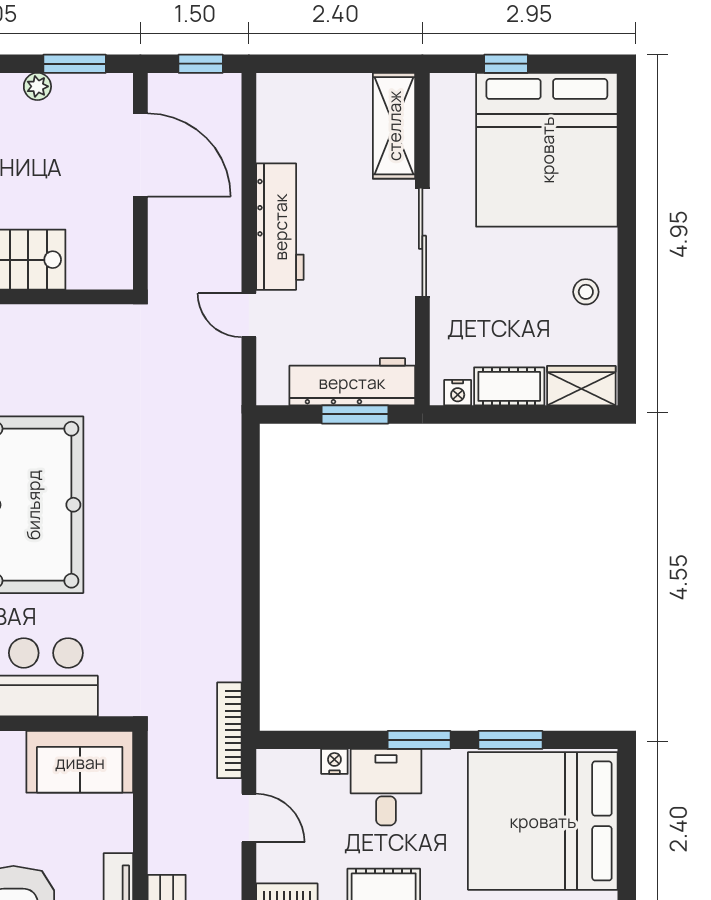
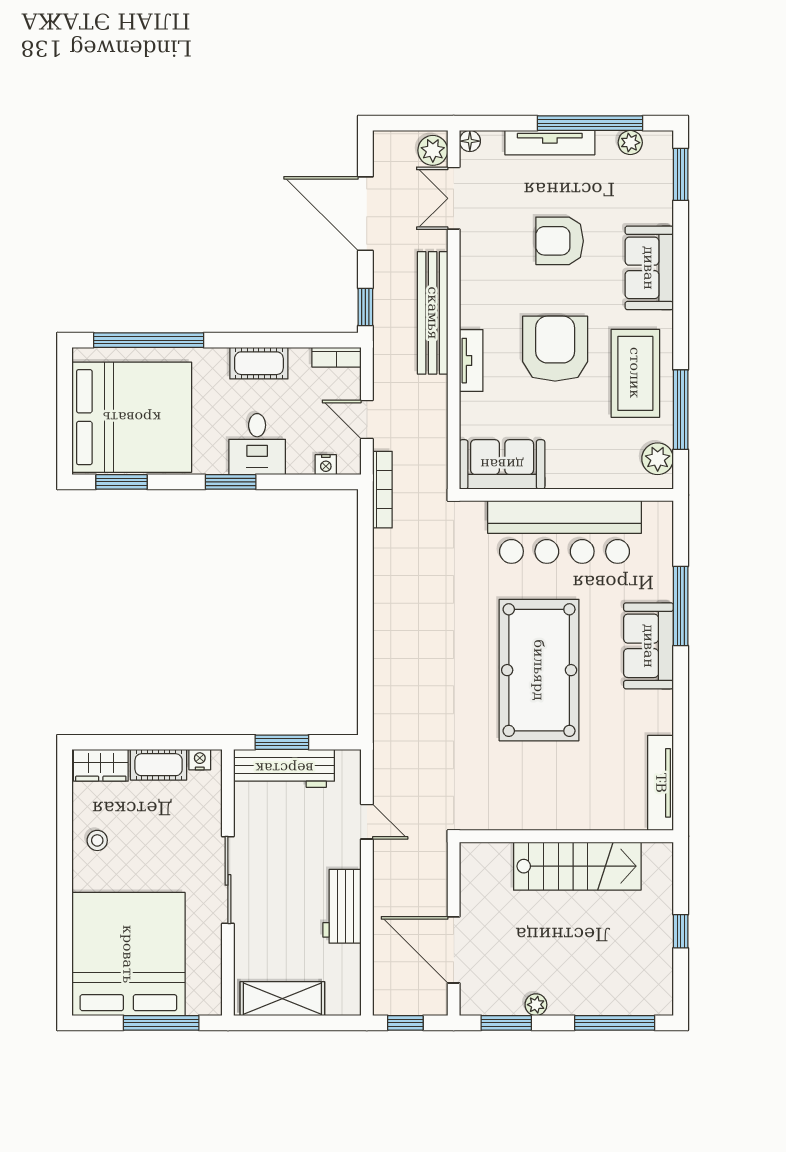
window: (506, 64) -> (161, 1023), width x2.17
shelving: (394, 126) -> (282, 999), moved, turned 90
workbench: (280, 227) -> (342, 906), width x0.73
window: (510, 740) -> (122, 482), moved
nightstand: (334, 761) -> (326, 465), moved

